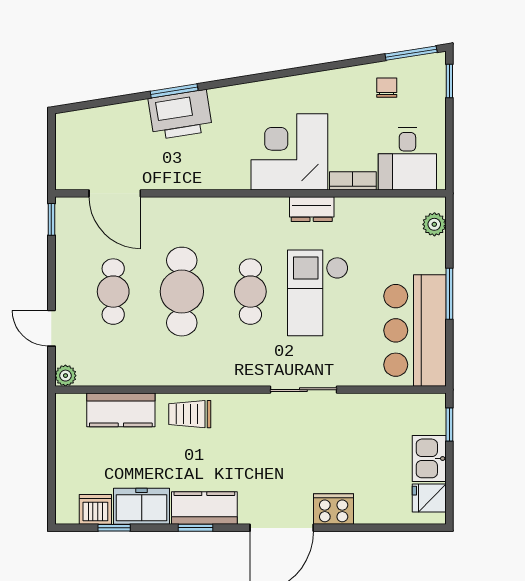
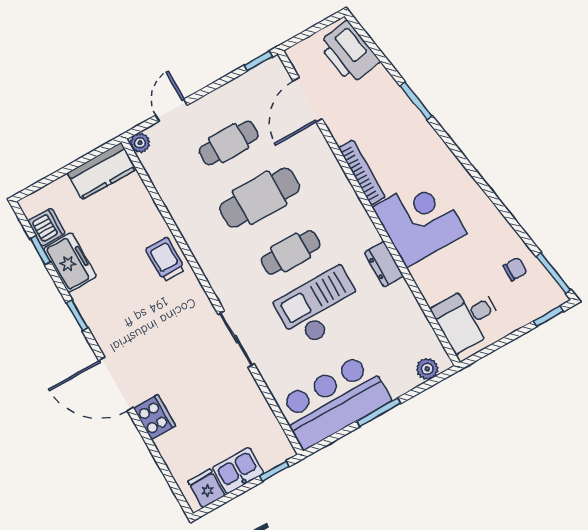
printer: (180, 115) -> (349, 52), moved
bookcase: (353, 181) -> (362, 172), moved, width x1.56
kitchen counter: (121, 410) -> (102, 171), moved, turned -90
kitchen counter: (204, 508) -> (97, 314), removed

